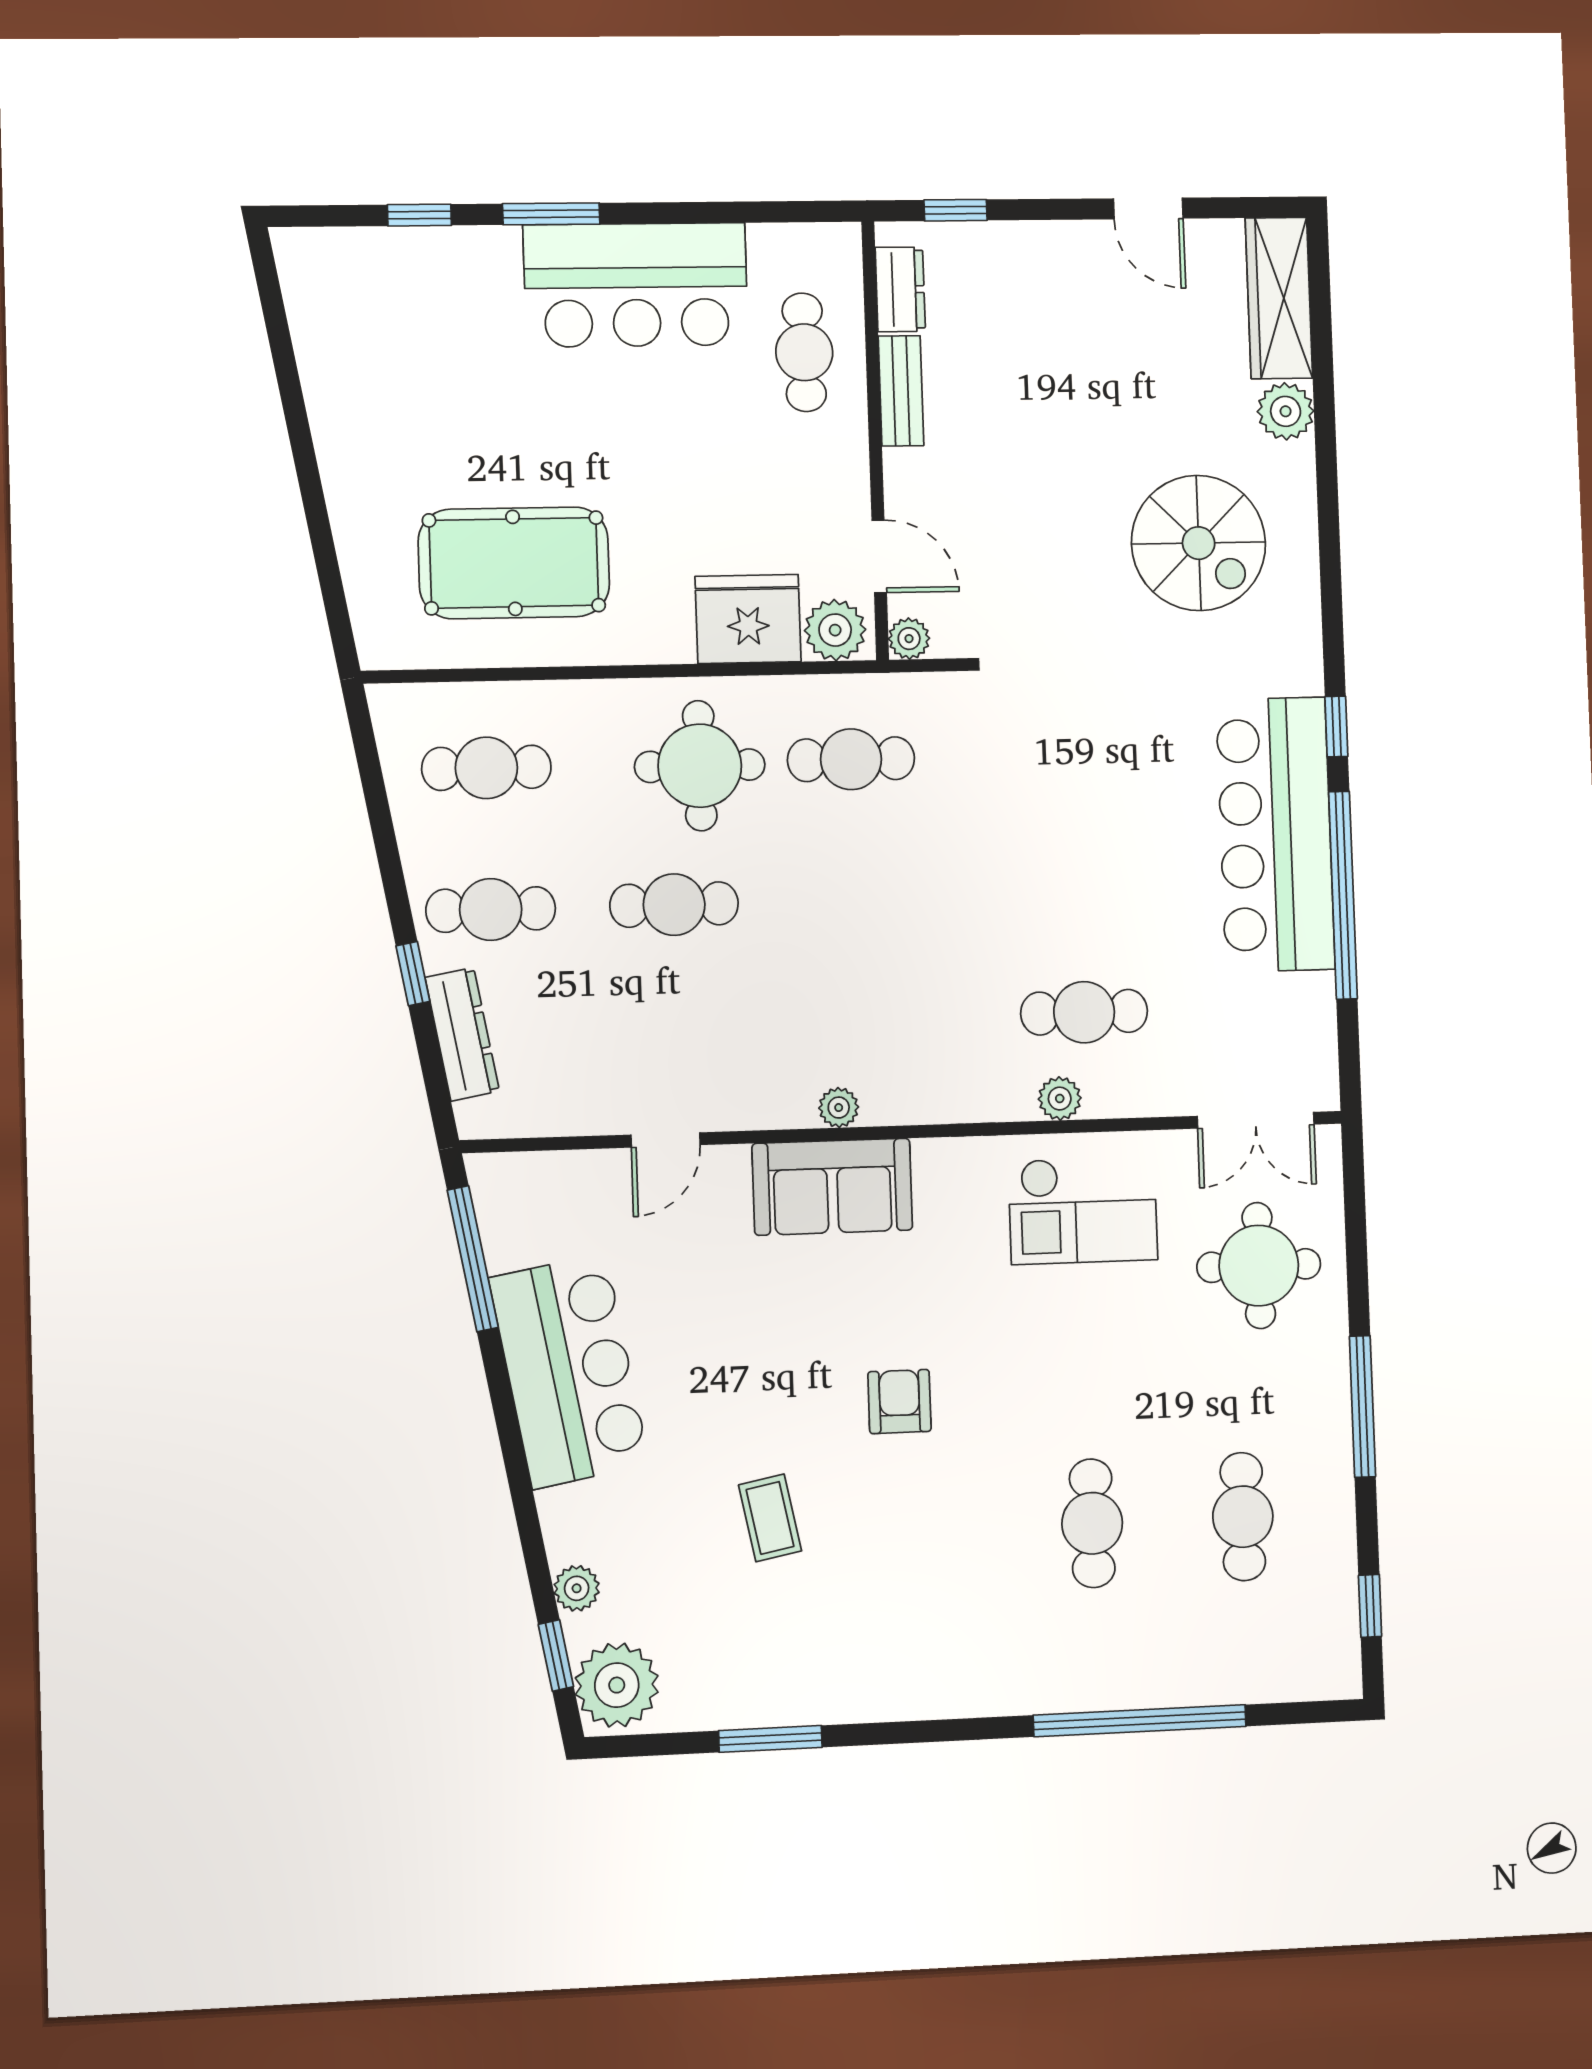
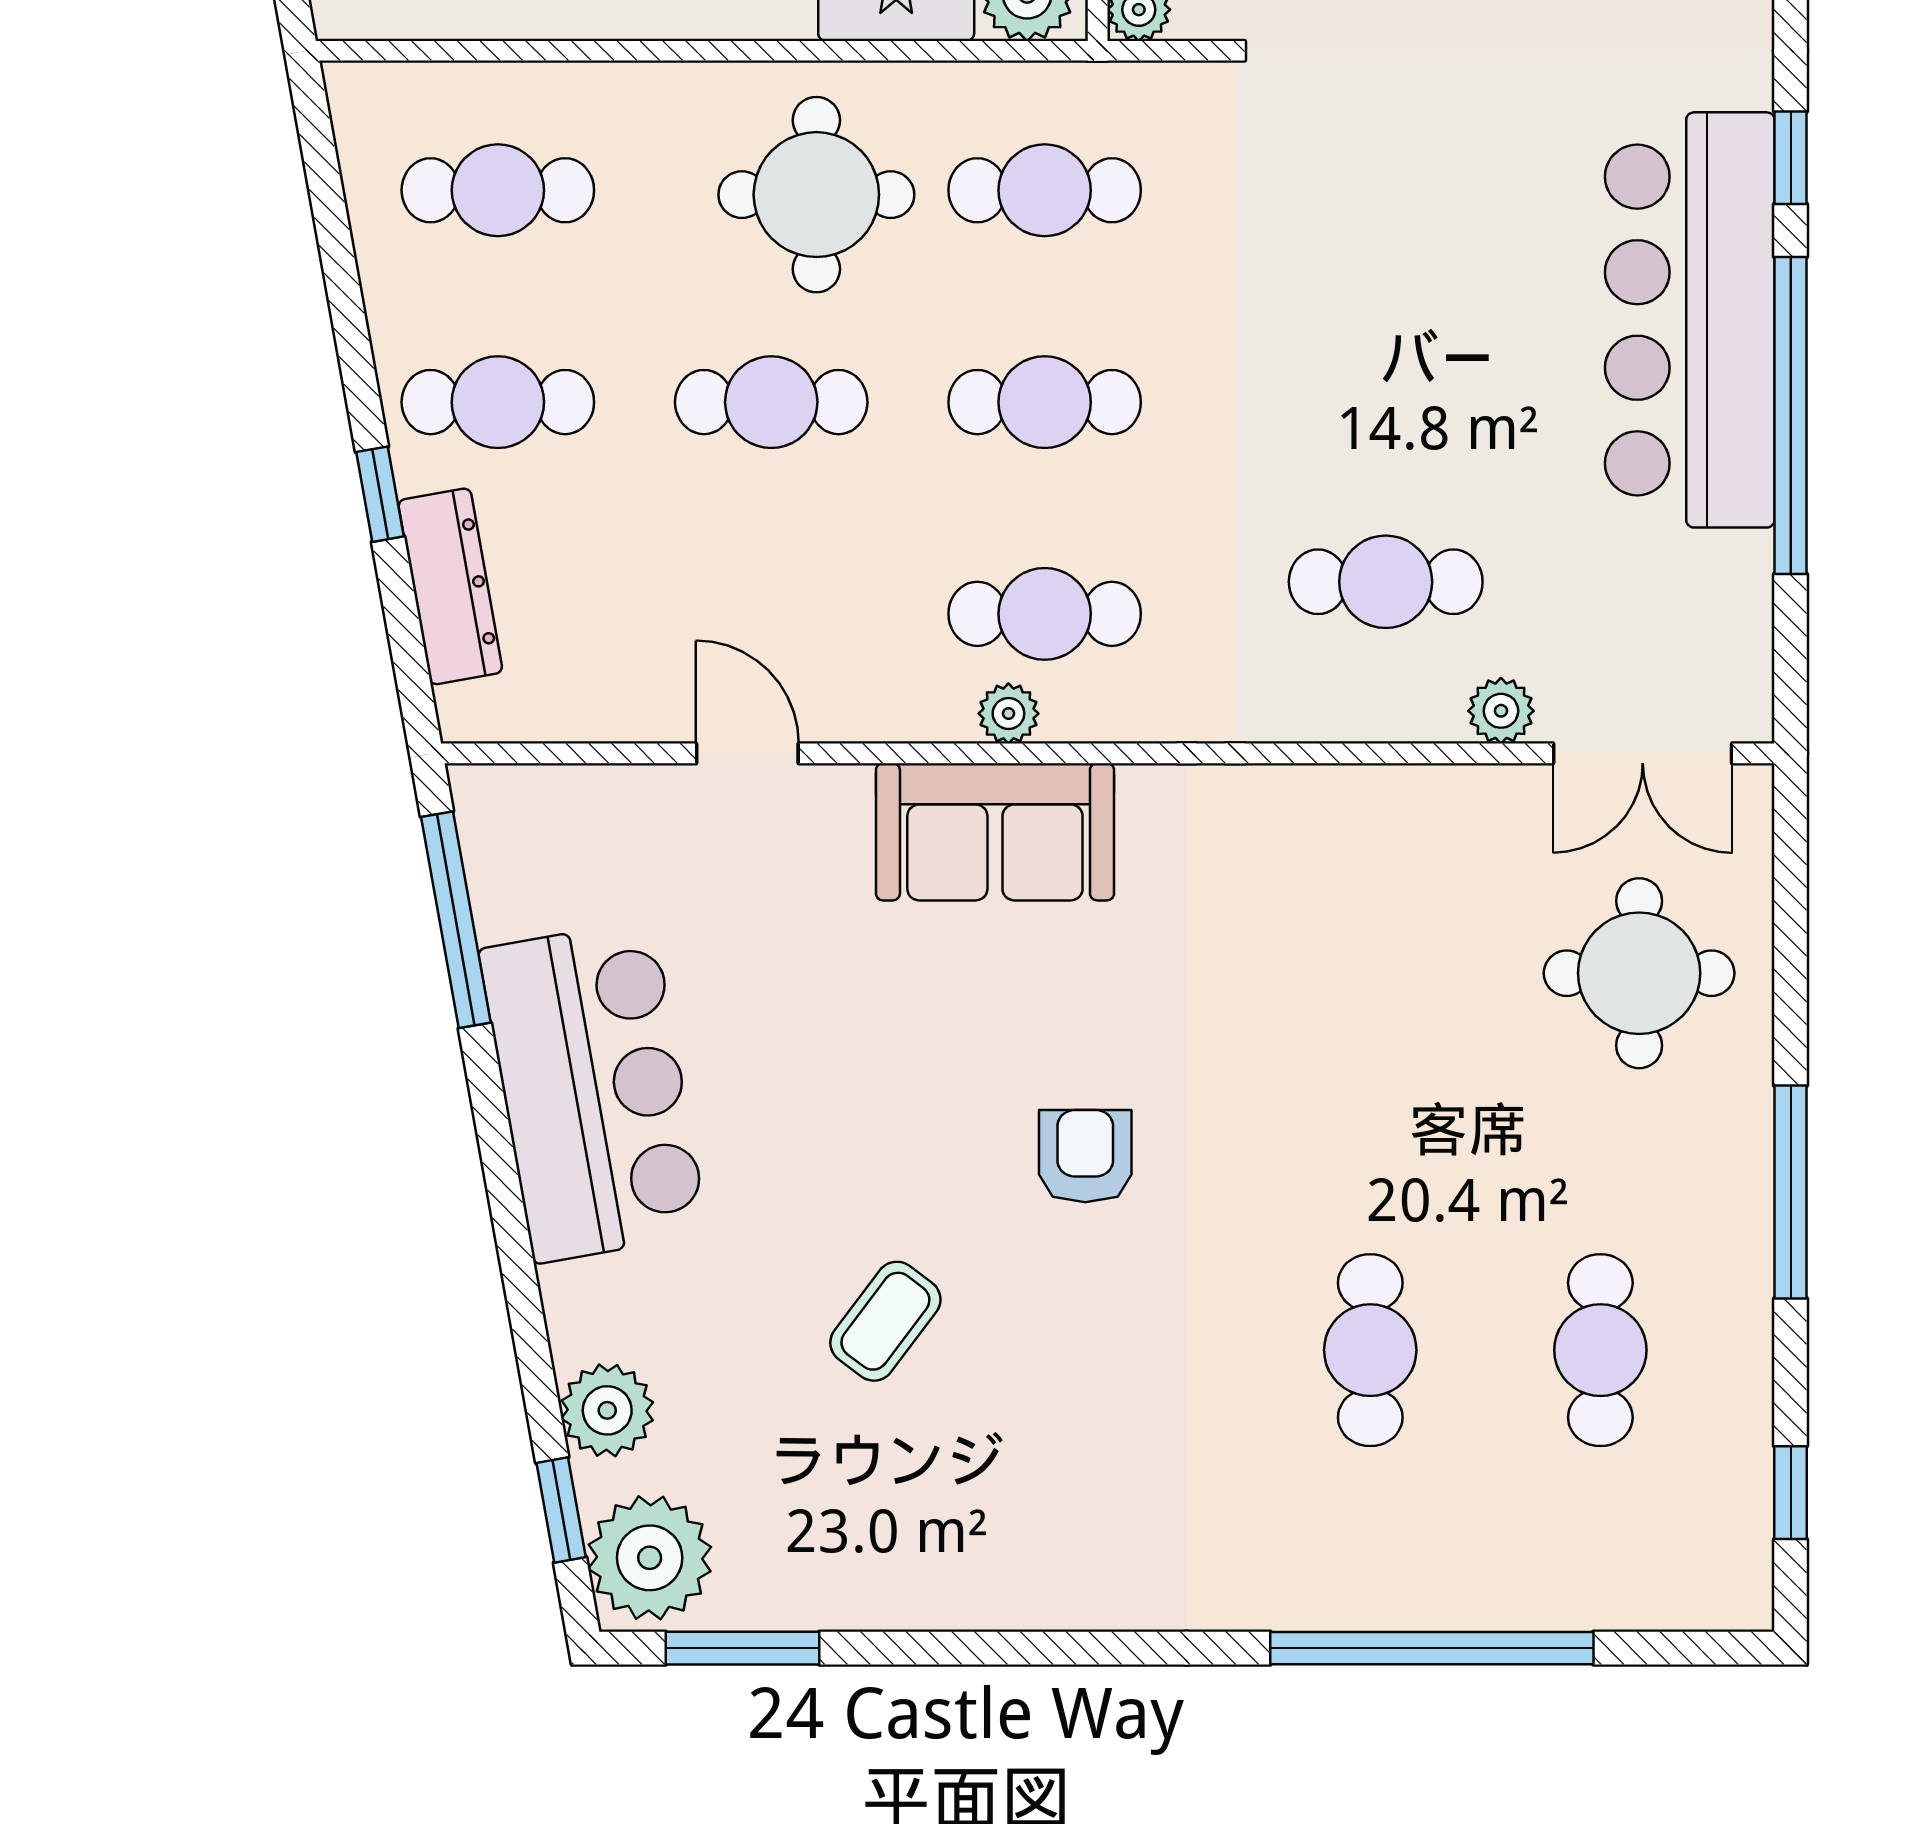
cafe table: (856, 900) -> (1045, 402), added
cafe table: (860, 1040) -> (1045, 614), added
plant: (1060, 1099) -> (1501, 711), moved
door: (666, 1140) -> (747, 753), swing flipped
checkout: (1083, 1210) -> (1373, 880), removed
coffee table: (770, 1518) -> (885, 1321), turned 48
plant: (577, 1588) -> (607, 1410), width x1.38, depth x1.38
window: (770, 1739) -> (742, 1648), moved

